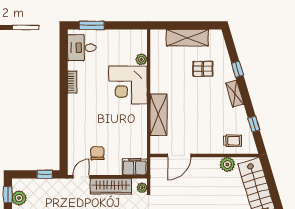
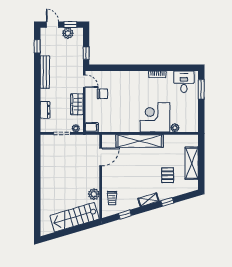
shelving: (159, 115) -> (140, 141), width x1.47
door: (179, 155) -> (101, 157), swing flipped
filing cabinet: (135, 167) -> (92, 127), width x0.50
wardrobe: (111, 186) -> (77, 104), width x0.67

